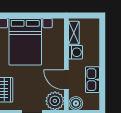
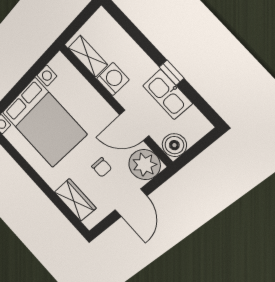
window: (102, 72) -> (172, 73), added
chair: (34, 85) -> (102, 167), added

